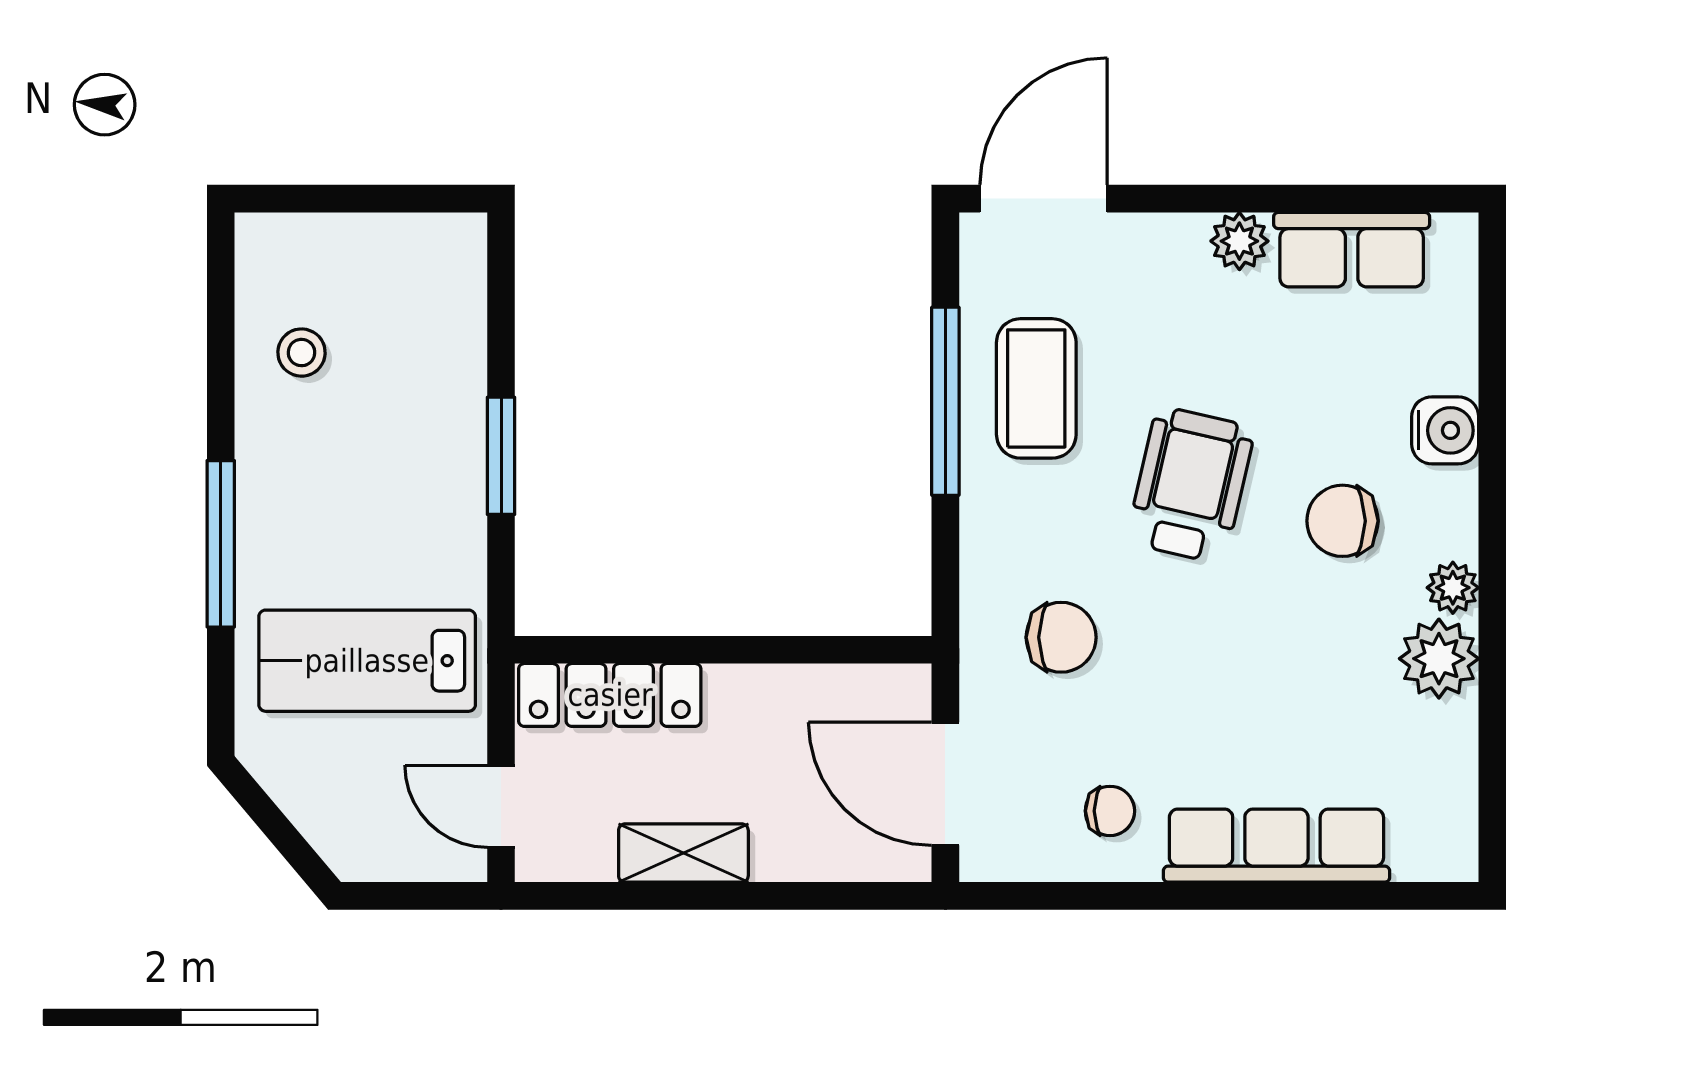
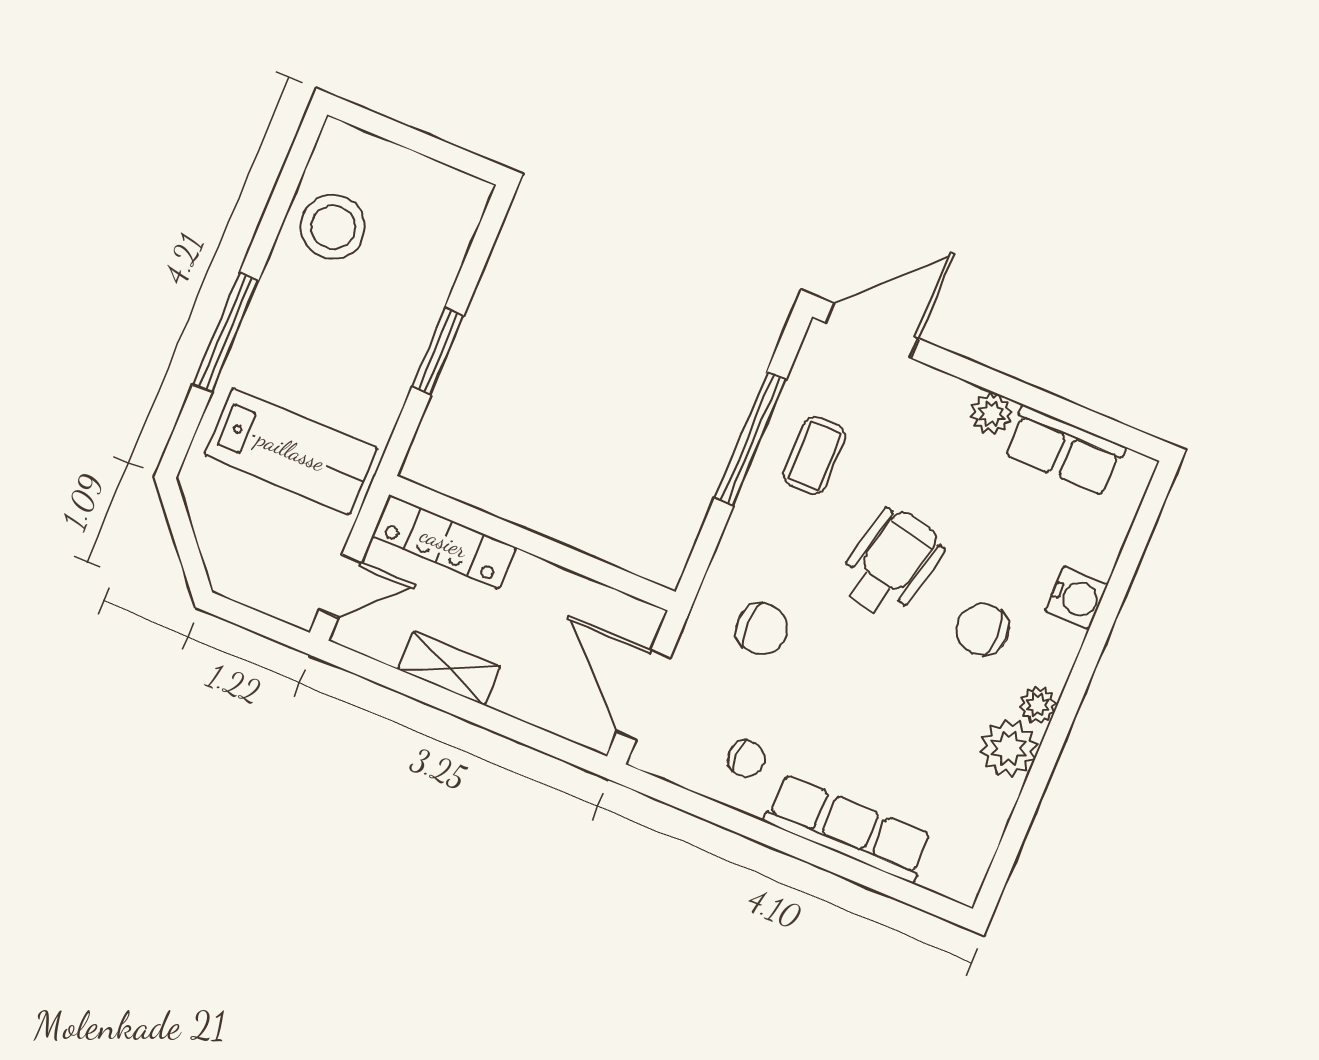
stool: (301, 353) -> (333, 227), width x1.89, depth x1.89
coffee table: (1036, 388) -> (815, 456), width x0.73, depth x0.77
lab bench: (367, 661) -> (291, 451), turned 180
door: (501, 806) -> (340, 586), swing flipped

